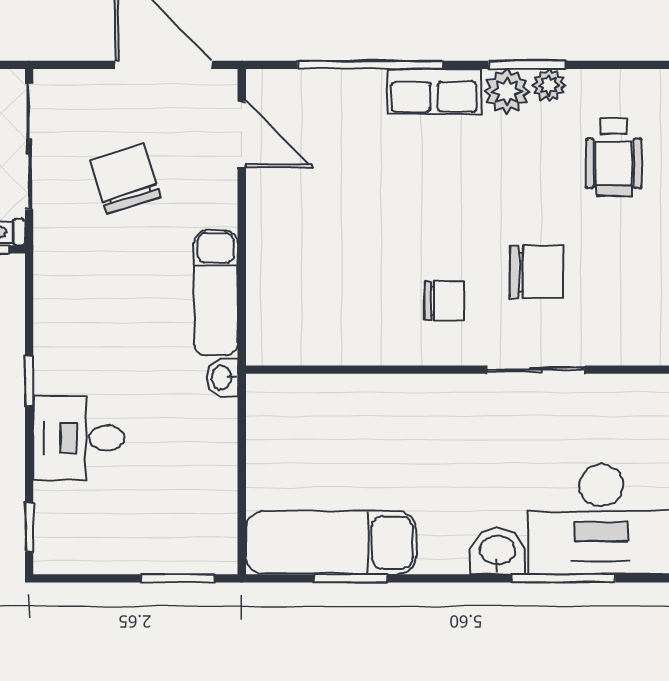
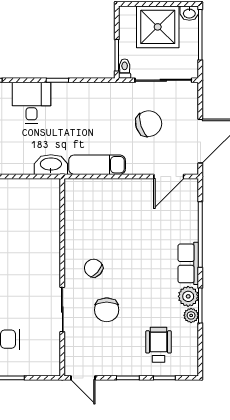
wheelchair: (614, 157) -> (159, 345), turned 90
chair: (444, 301) -> (94, 268), turned 132
washbasin: (222, 378) -> (51, 165), width x1.91, depth x1.45

